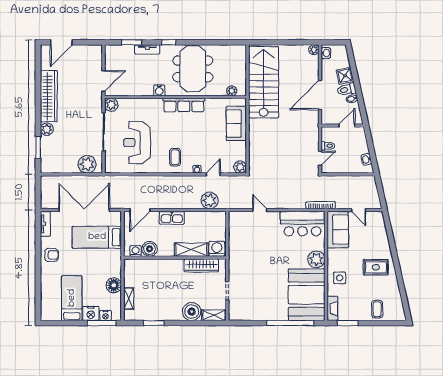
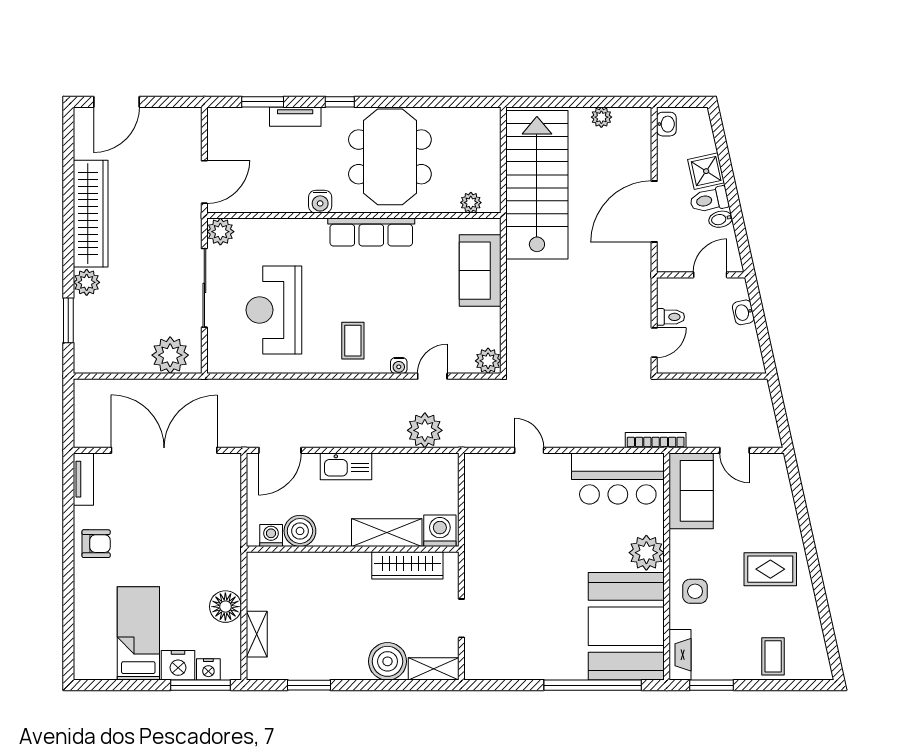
plant: (314, 50) -> (601, 117), moved
washbasin: (366, 159) -> (743, 312), moved
bed: (97, 237) -> (190, 507), removed

